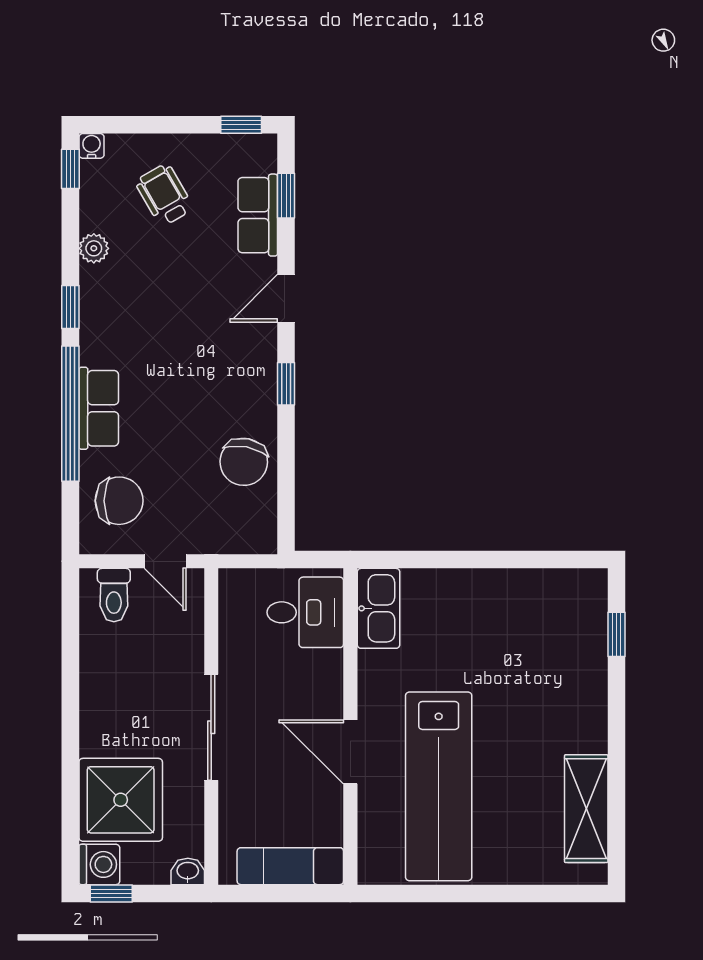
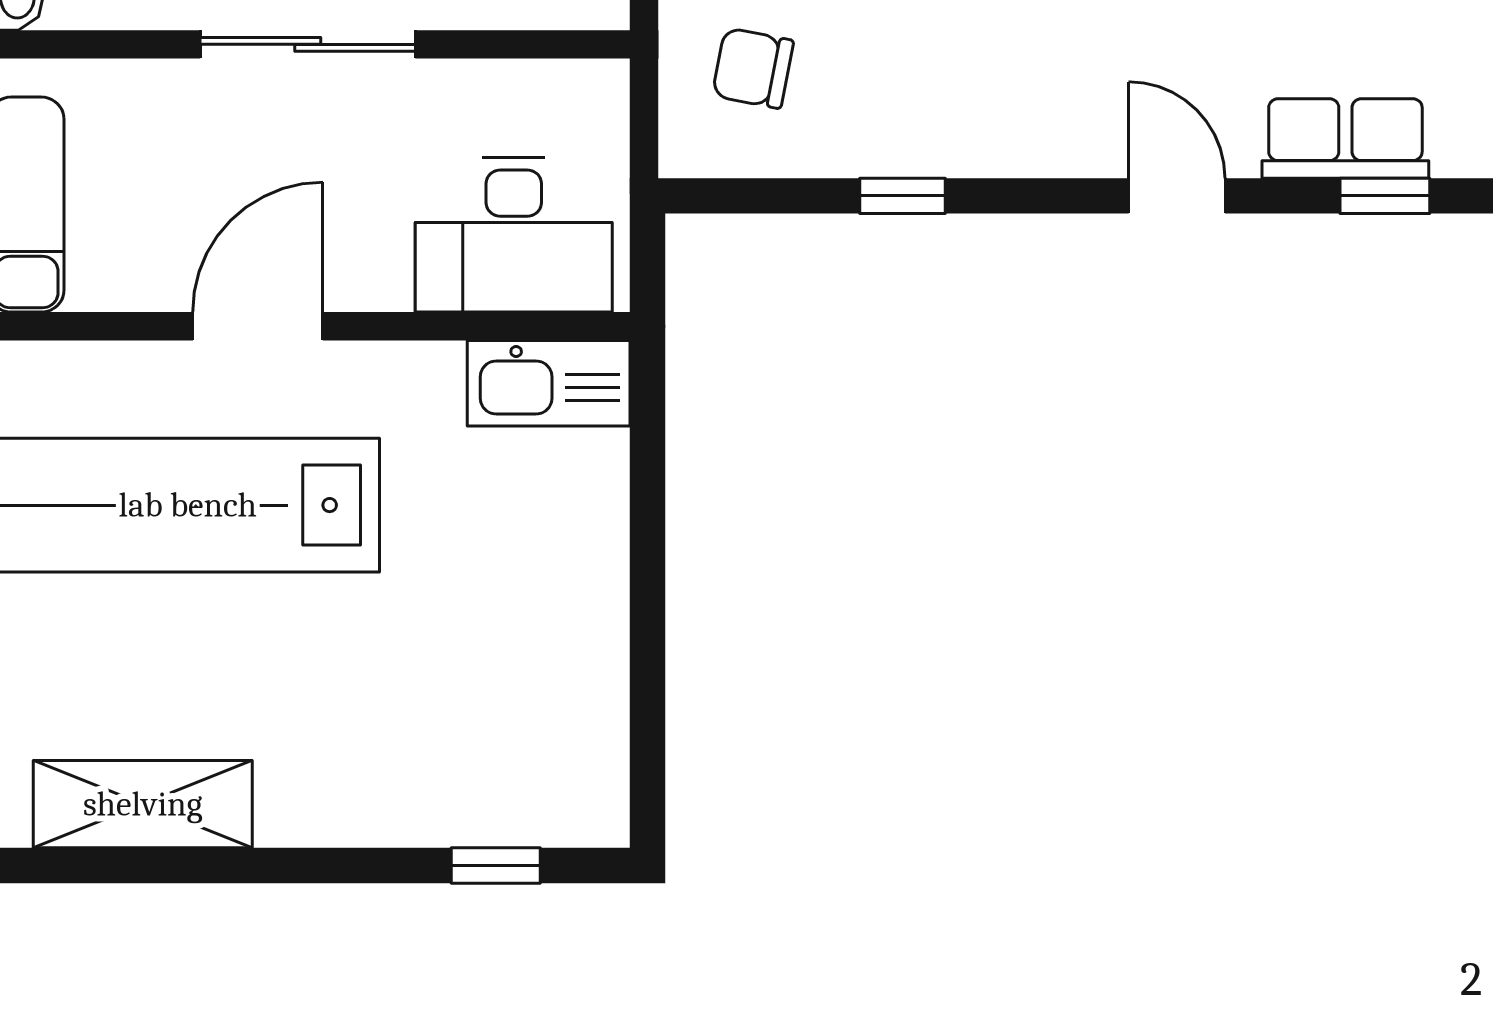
window: (286, 384) -> (903, 196), moved
chair: (244, 462) -> (753, 68), moved, width x0.73, depth x0.73
desk: (305, 612) -> (514, 235), width x1.37

